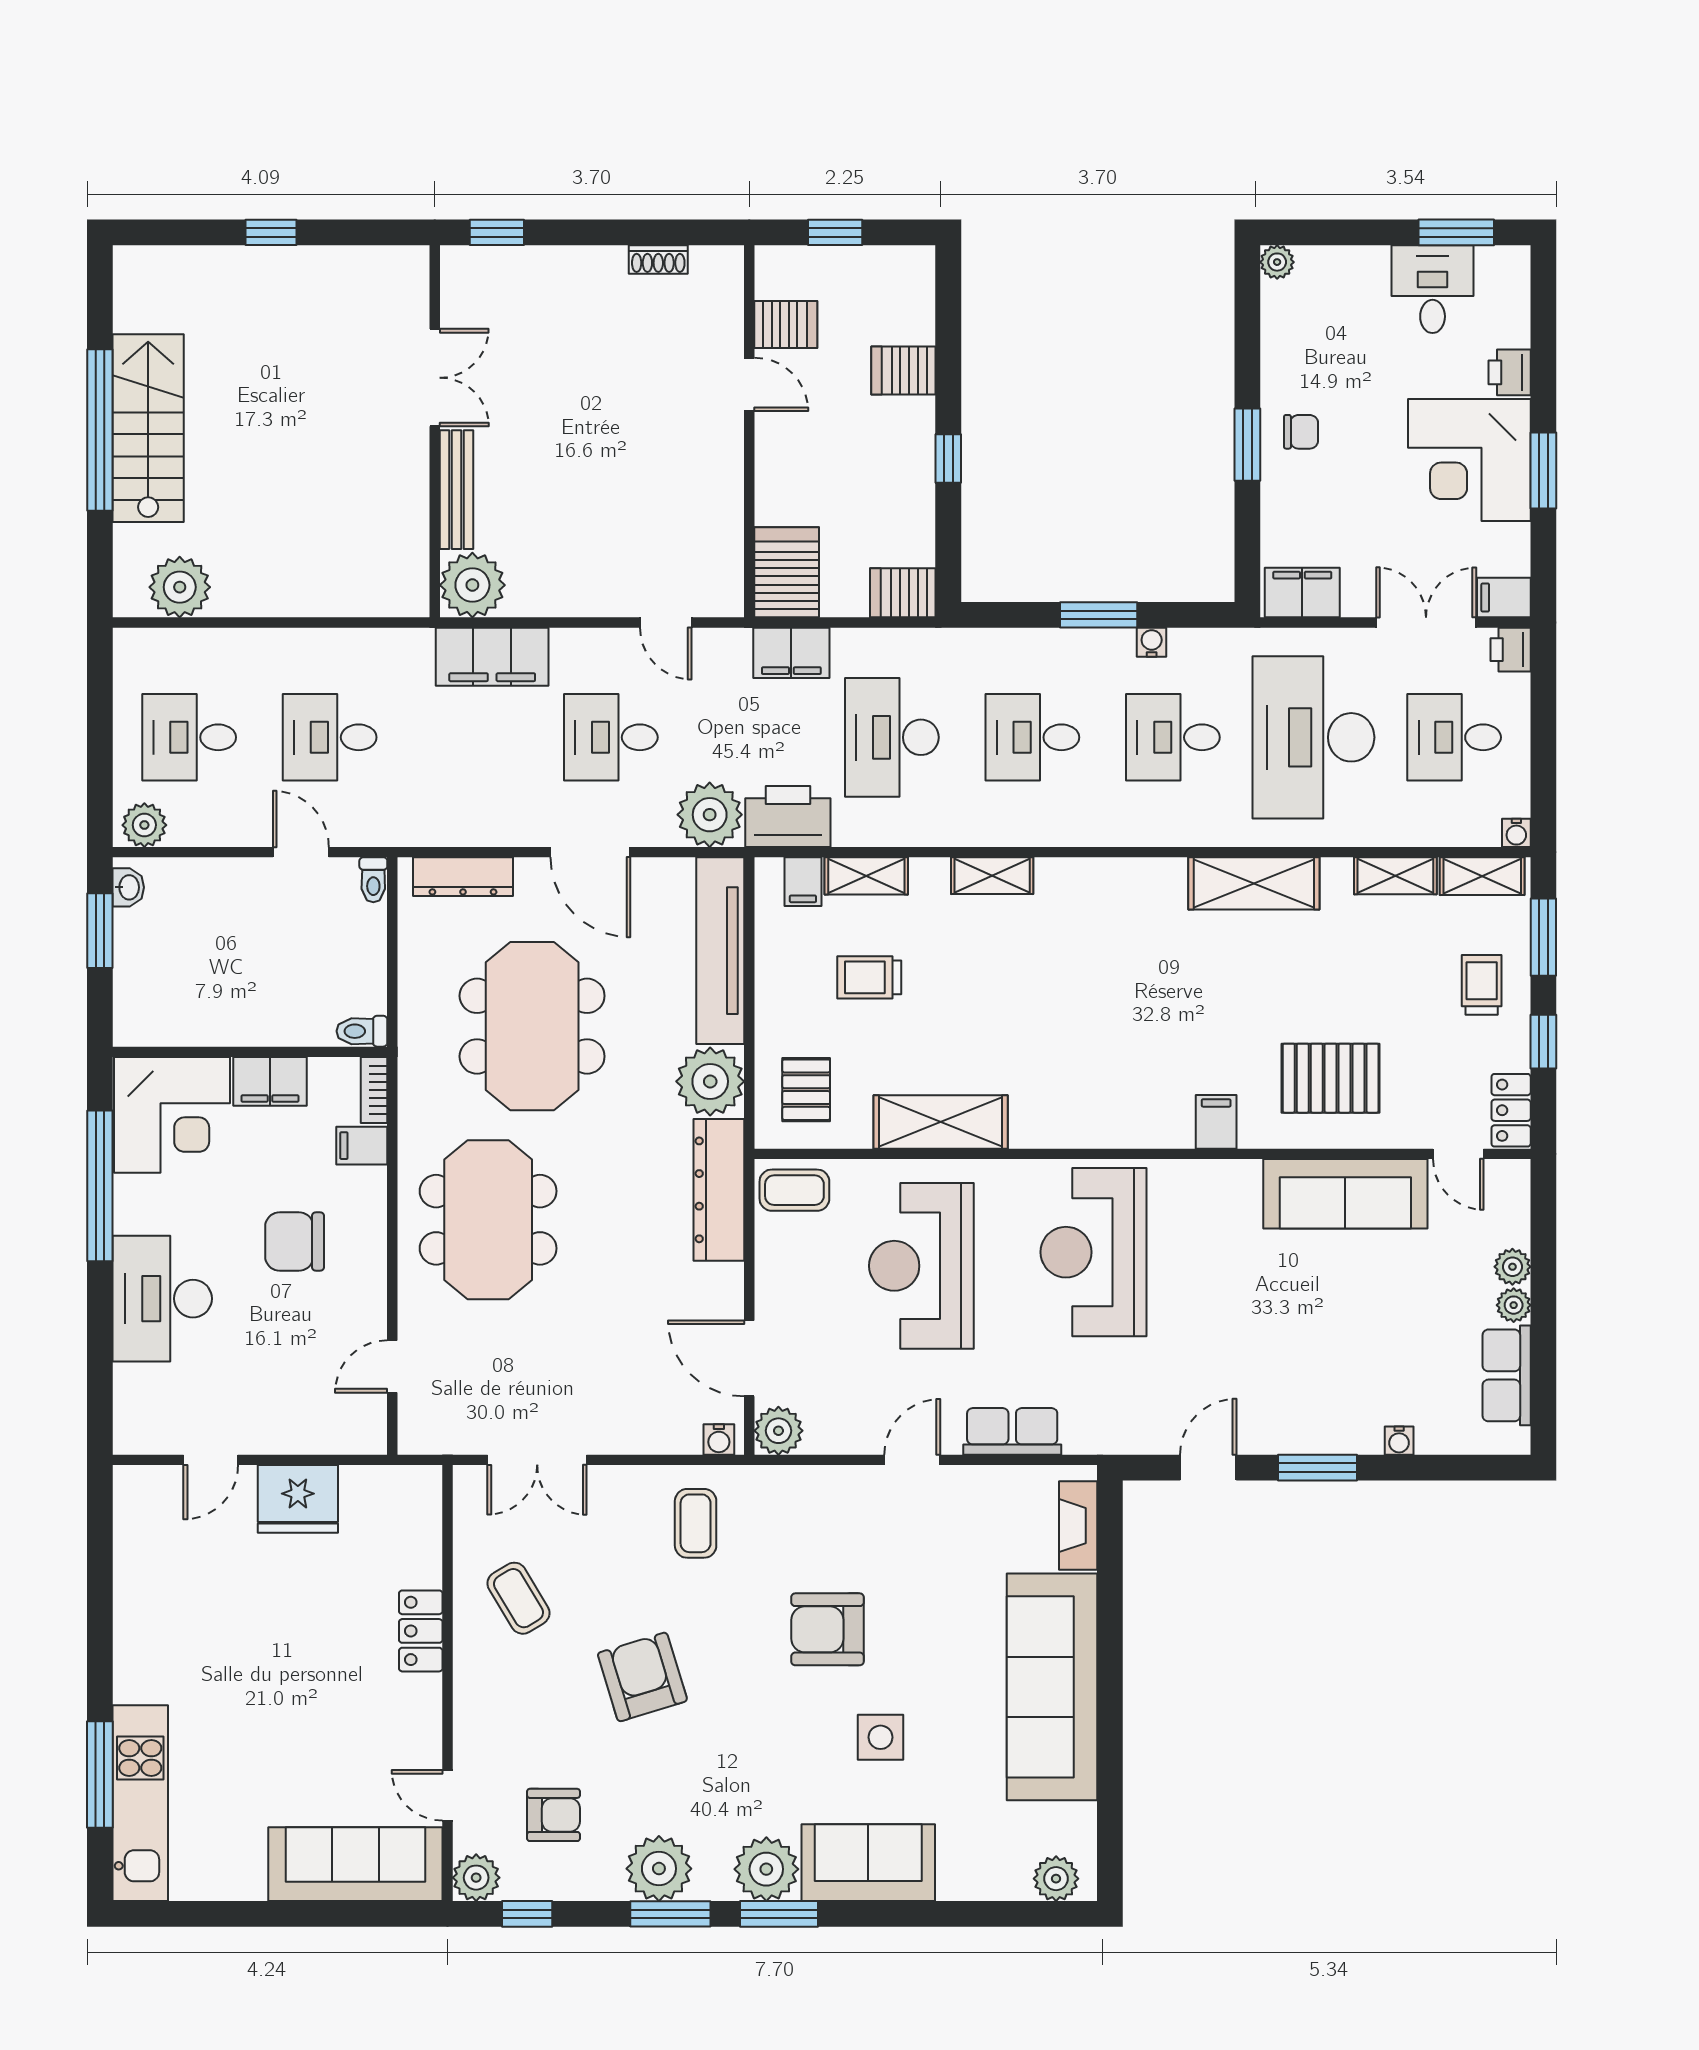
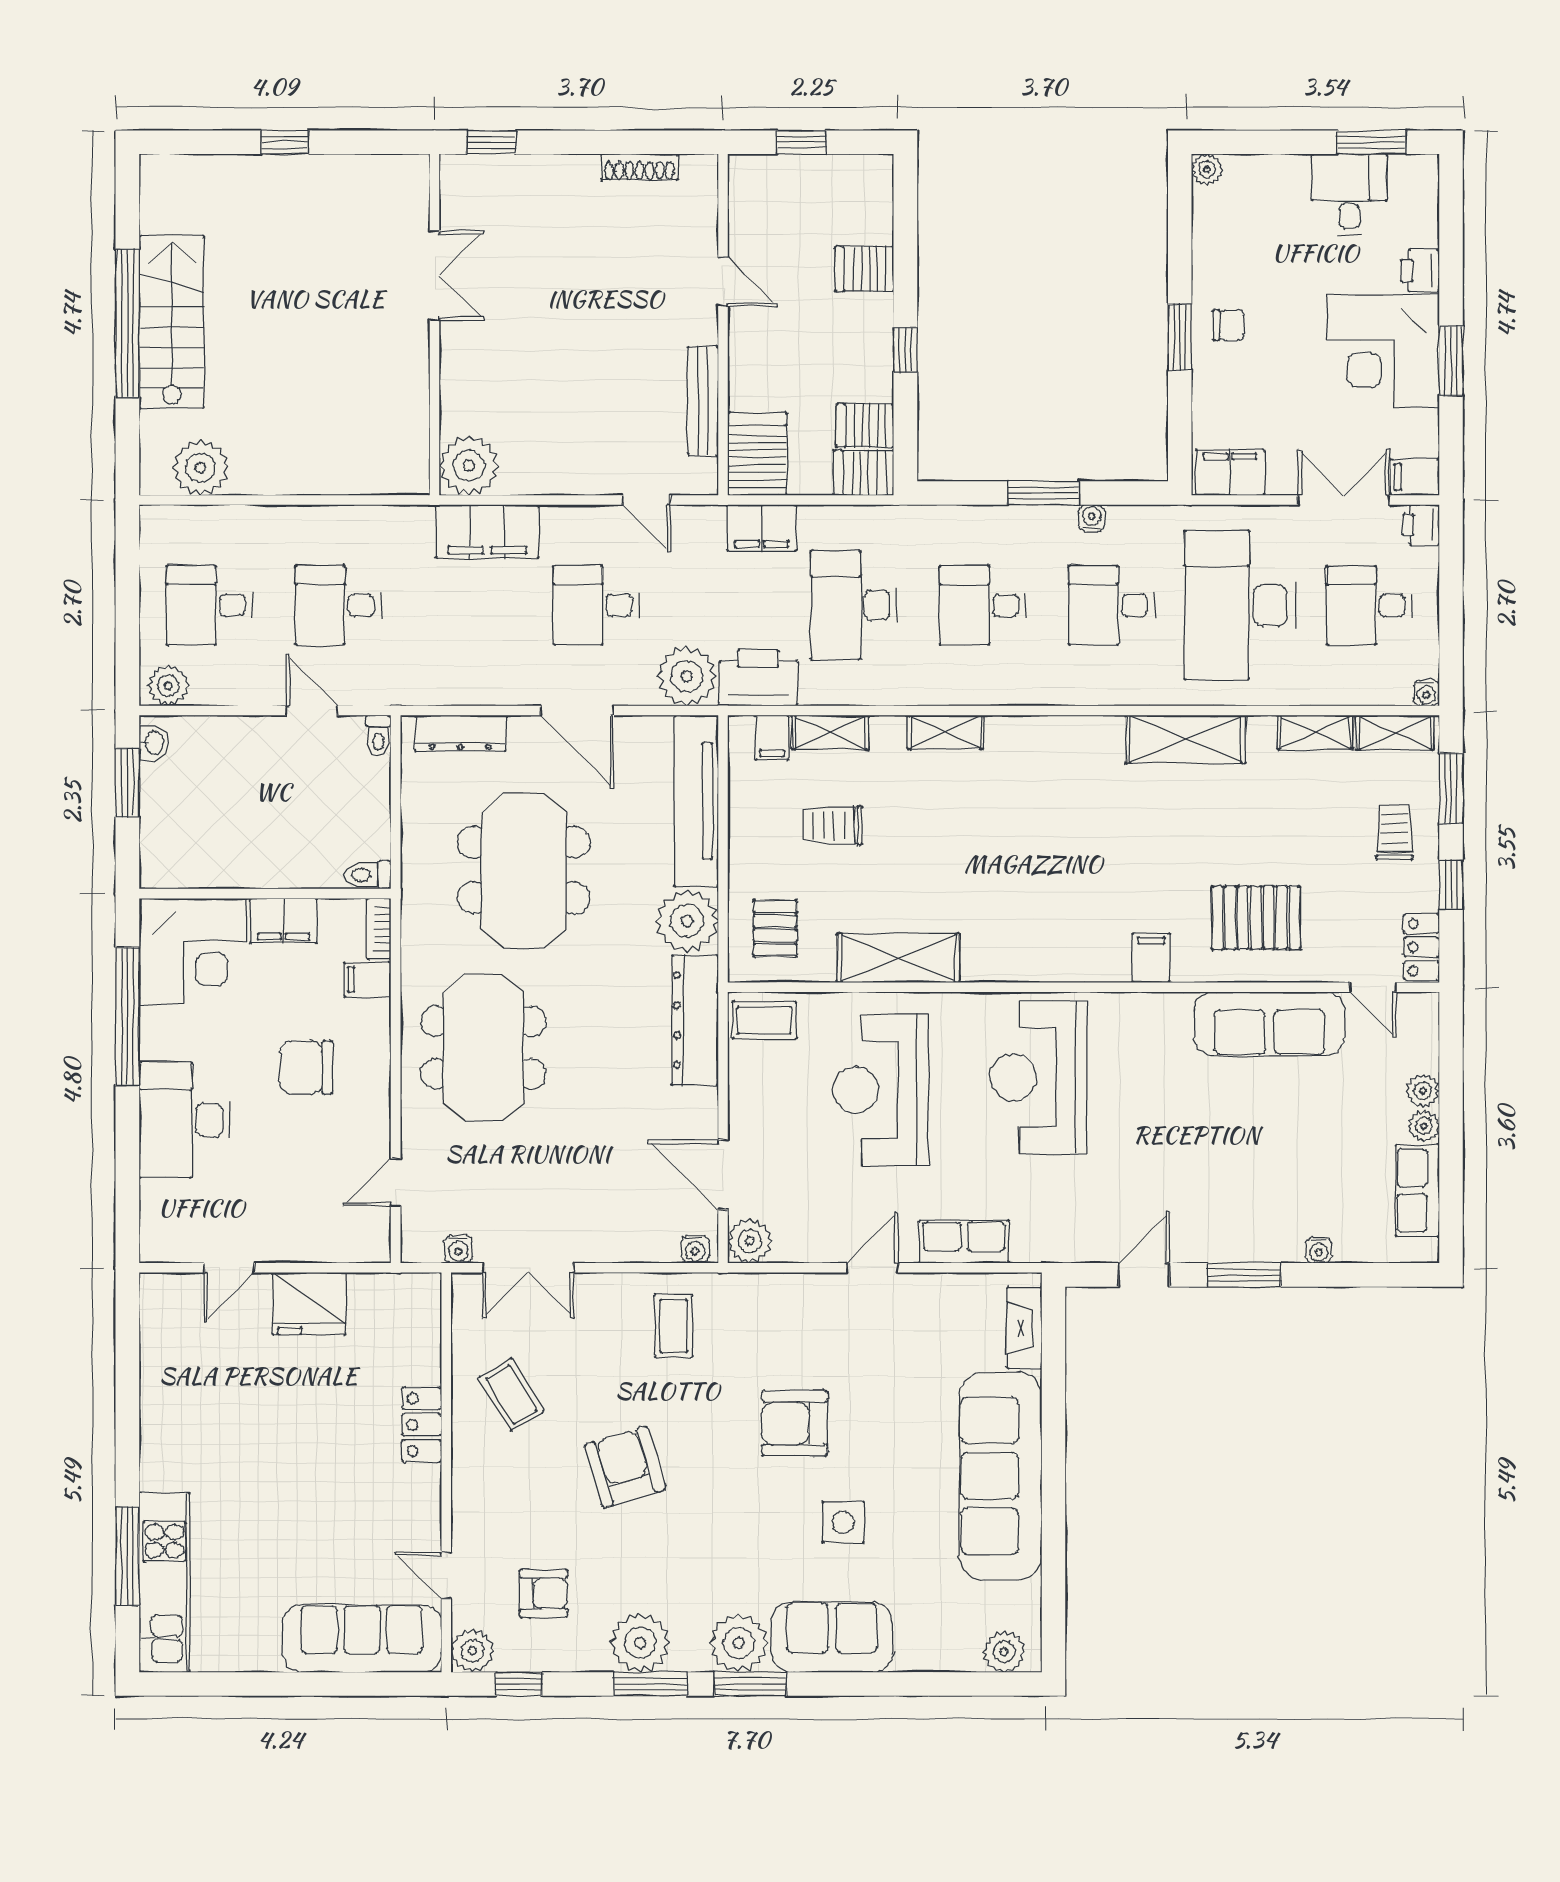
shoe rack: (658, 259) -> (639, 167), width x1.43
server rack: (786, 324) -> (865, 425), moved, turned 180
bench: (457, 490) -> (703, 401), moved
water cooler: (461, 1439) -> (458, 1249), added

